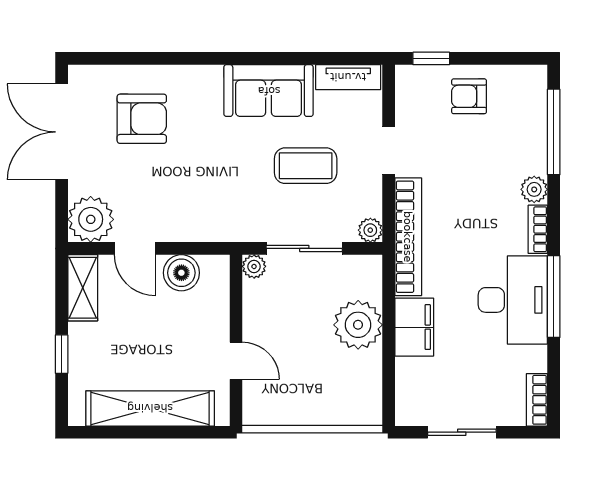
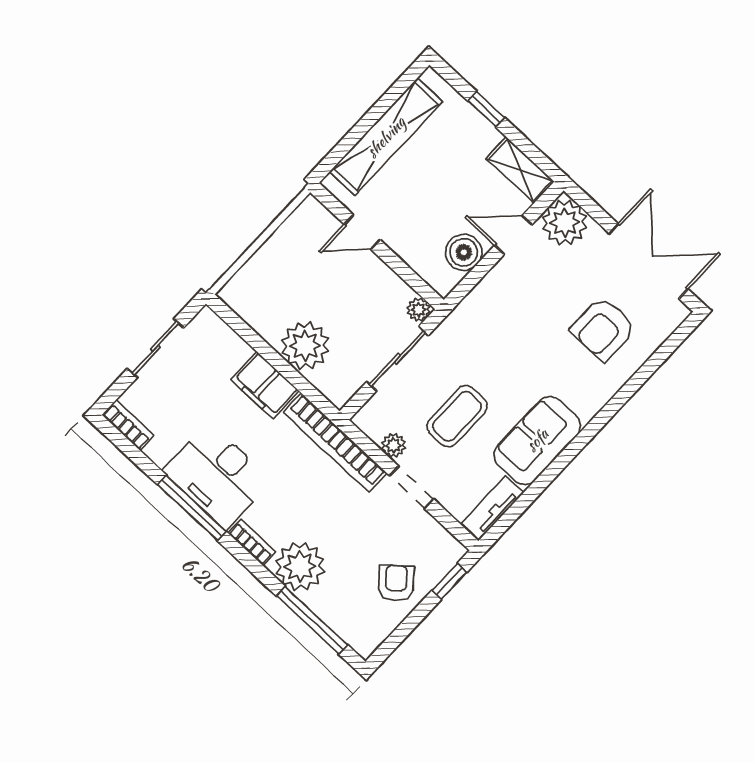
armchair: (469, 96) -> (396, 583), turned -40
plant: (534, 189) -> (300, 566), width x1.87, depth x1.87
plant: (370, 230) -> (393, 445), moved

